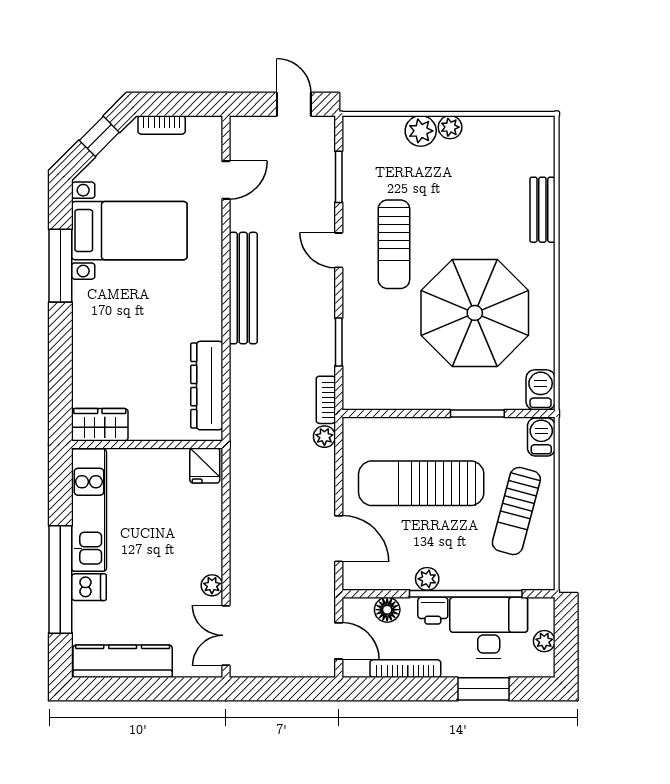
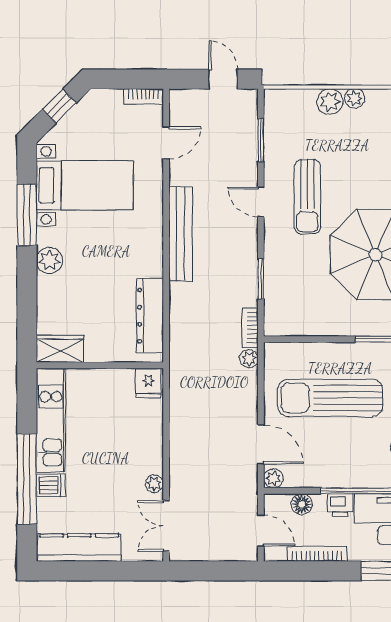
bookcase: (162, 125) -> (143, 96), moved
plant: (87, 320) -> (49, 260), added
plant: (427, 579) -> (273, 478), moved

